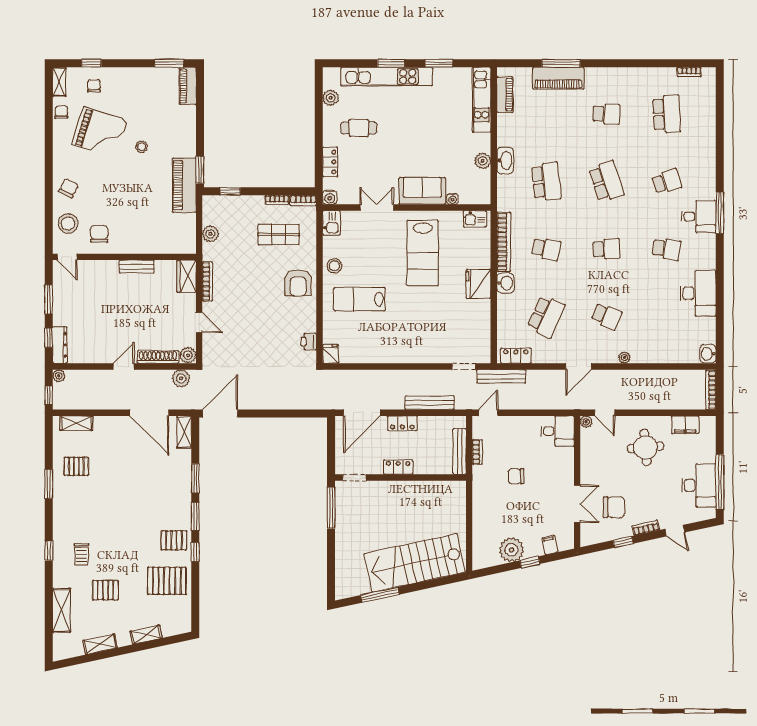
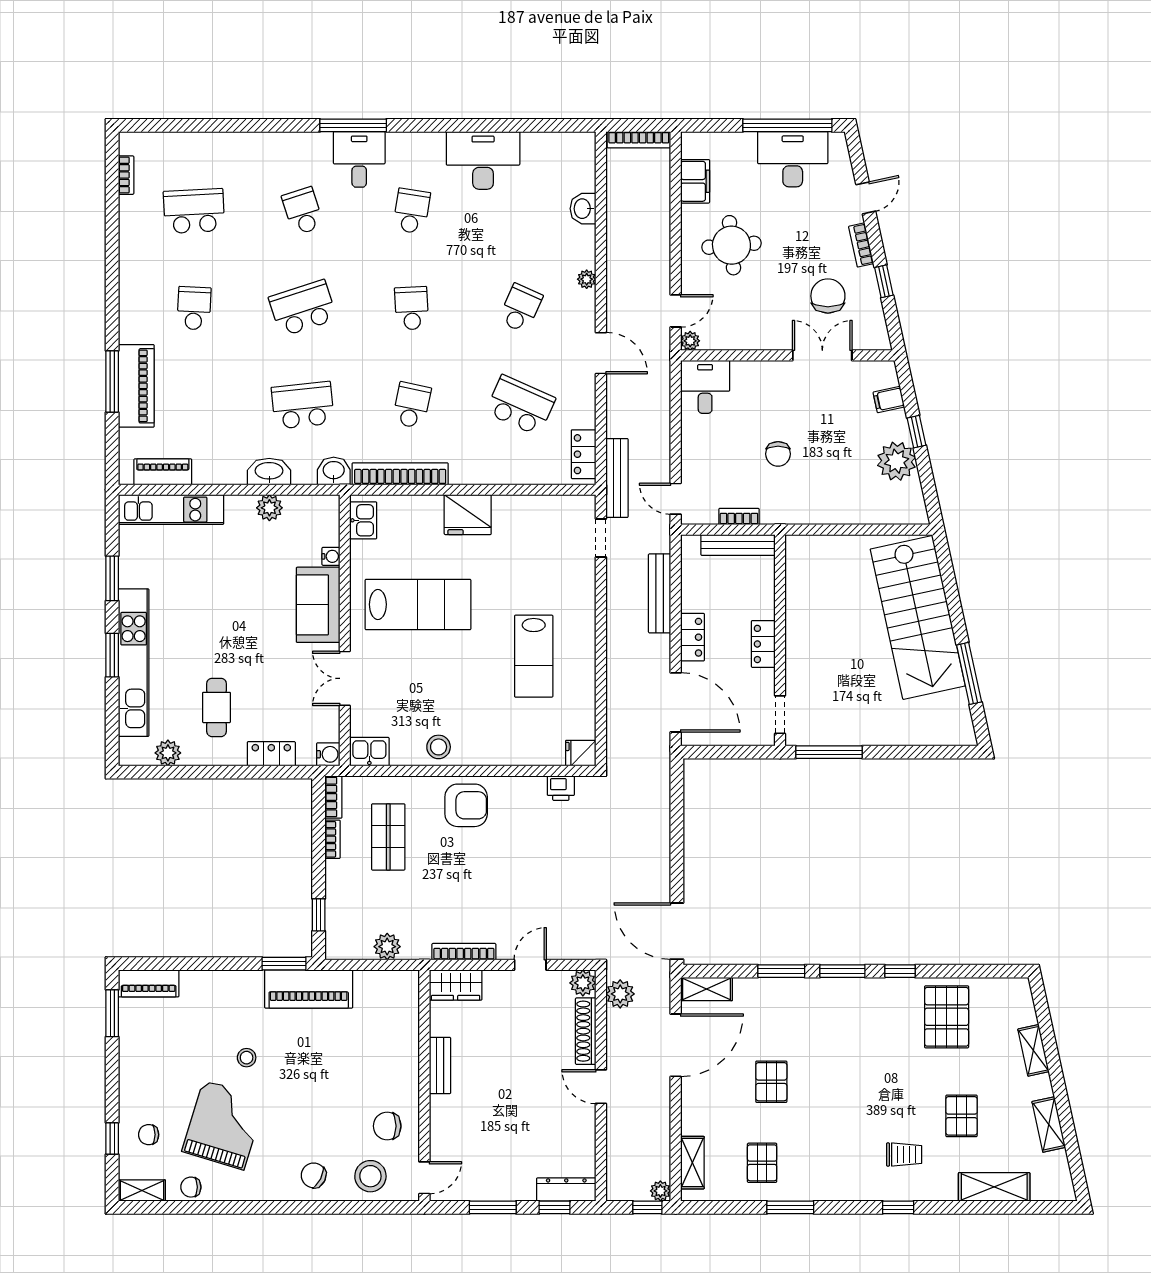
washbasin: (505, 283) -> (334, 471), moved
lab bench: (360, 299) -> (534, 656), moved
washbasin: (708, 354) -> (583, 209), moved, turned 90
plant: (59, 376) -> (660, 1191), moved
pallet: (174, 540) -> (771, 1082), moved

